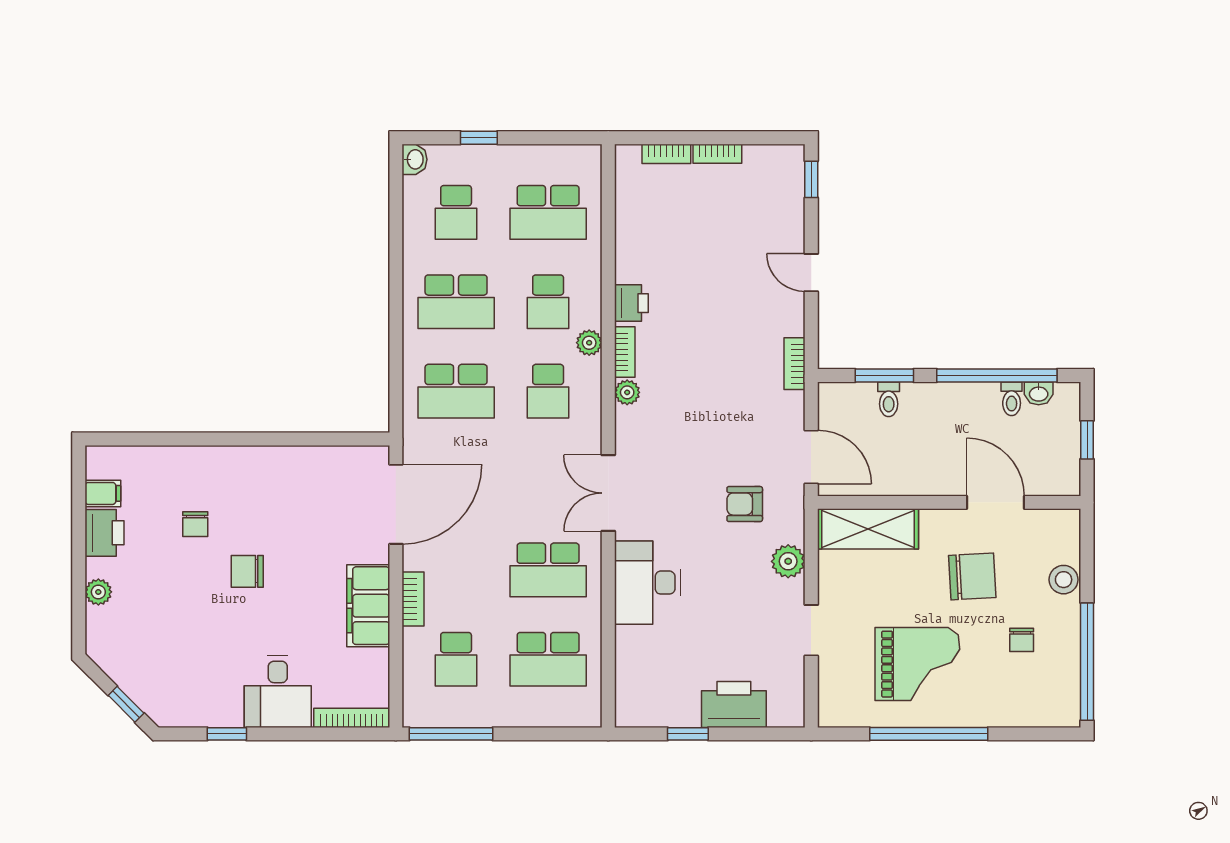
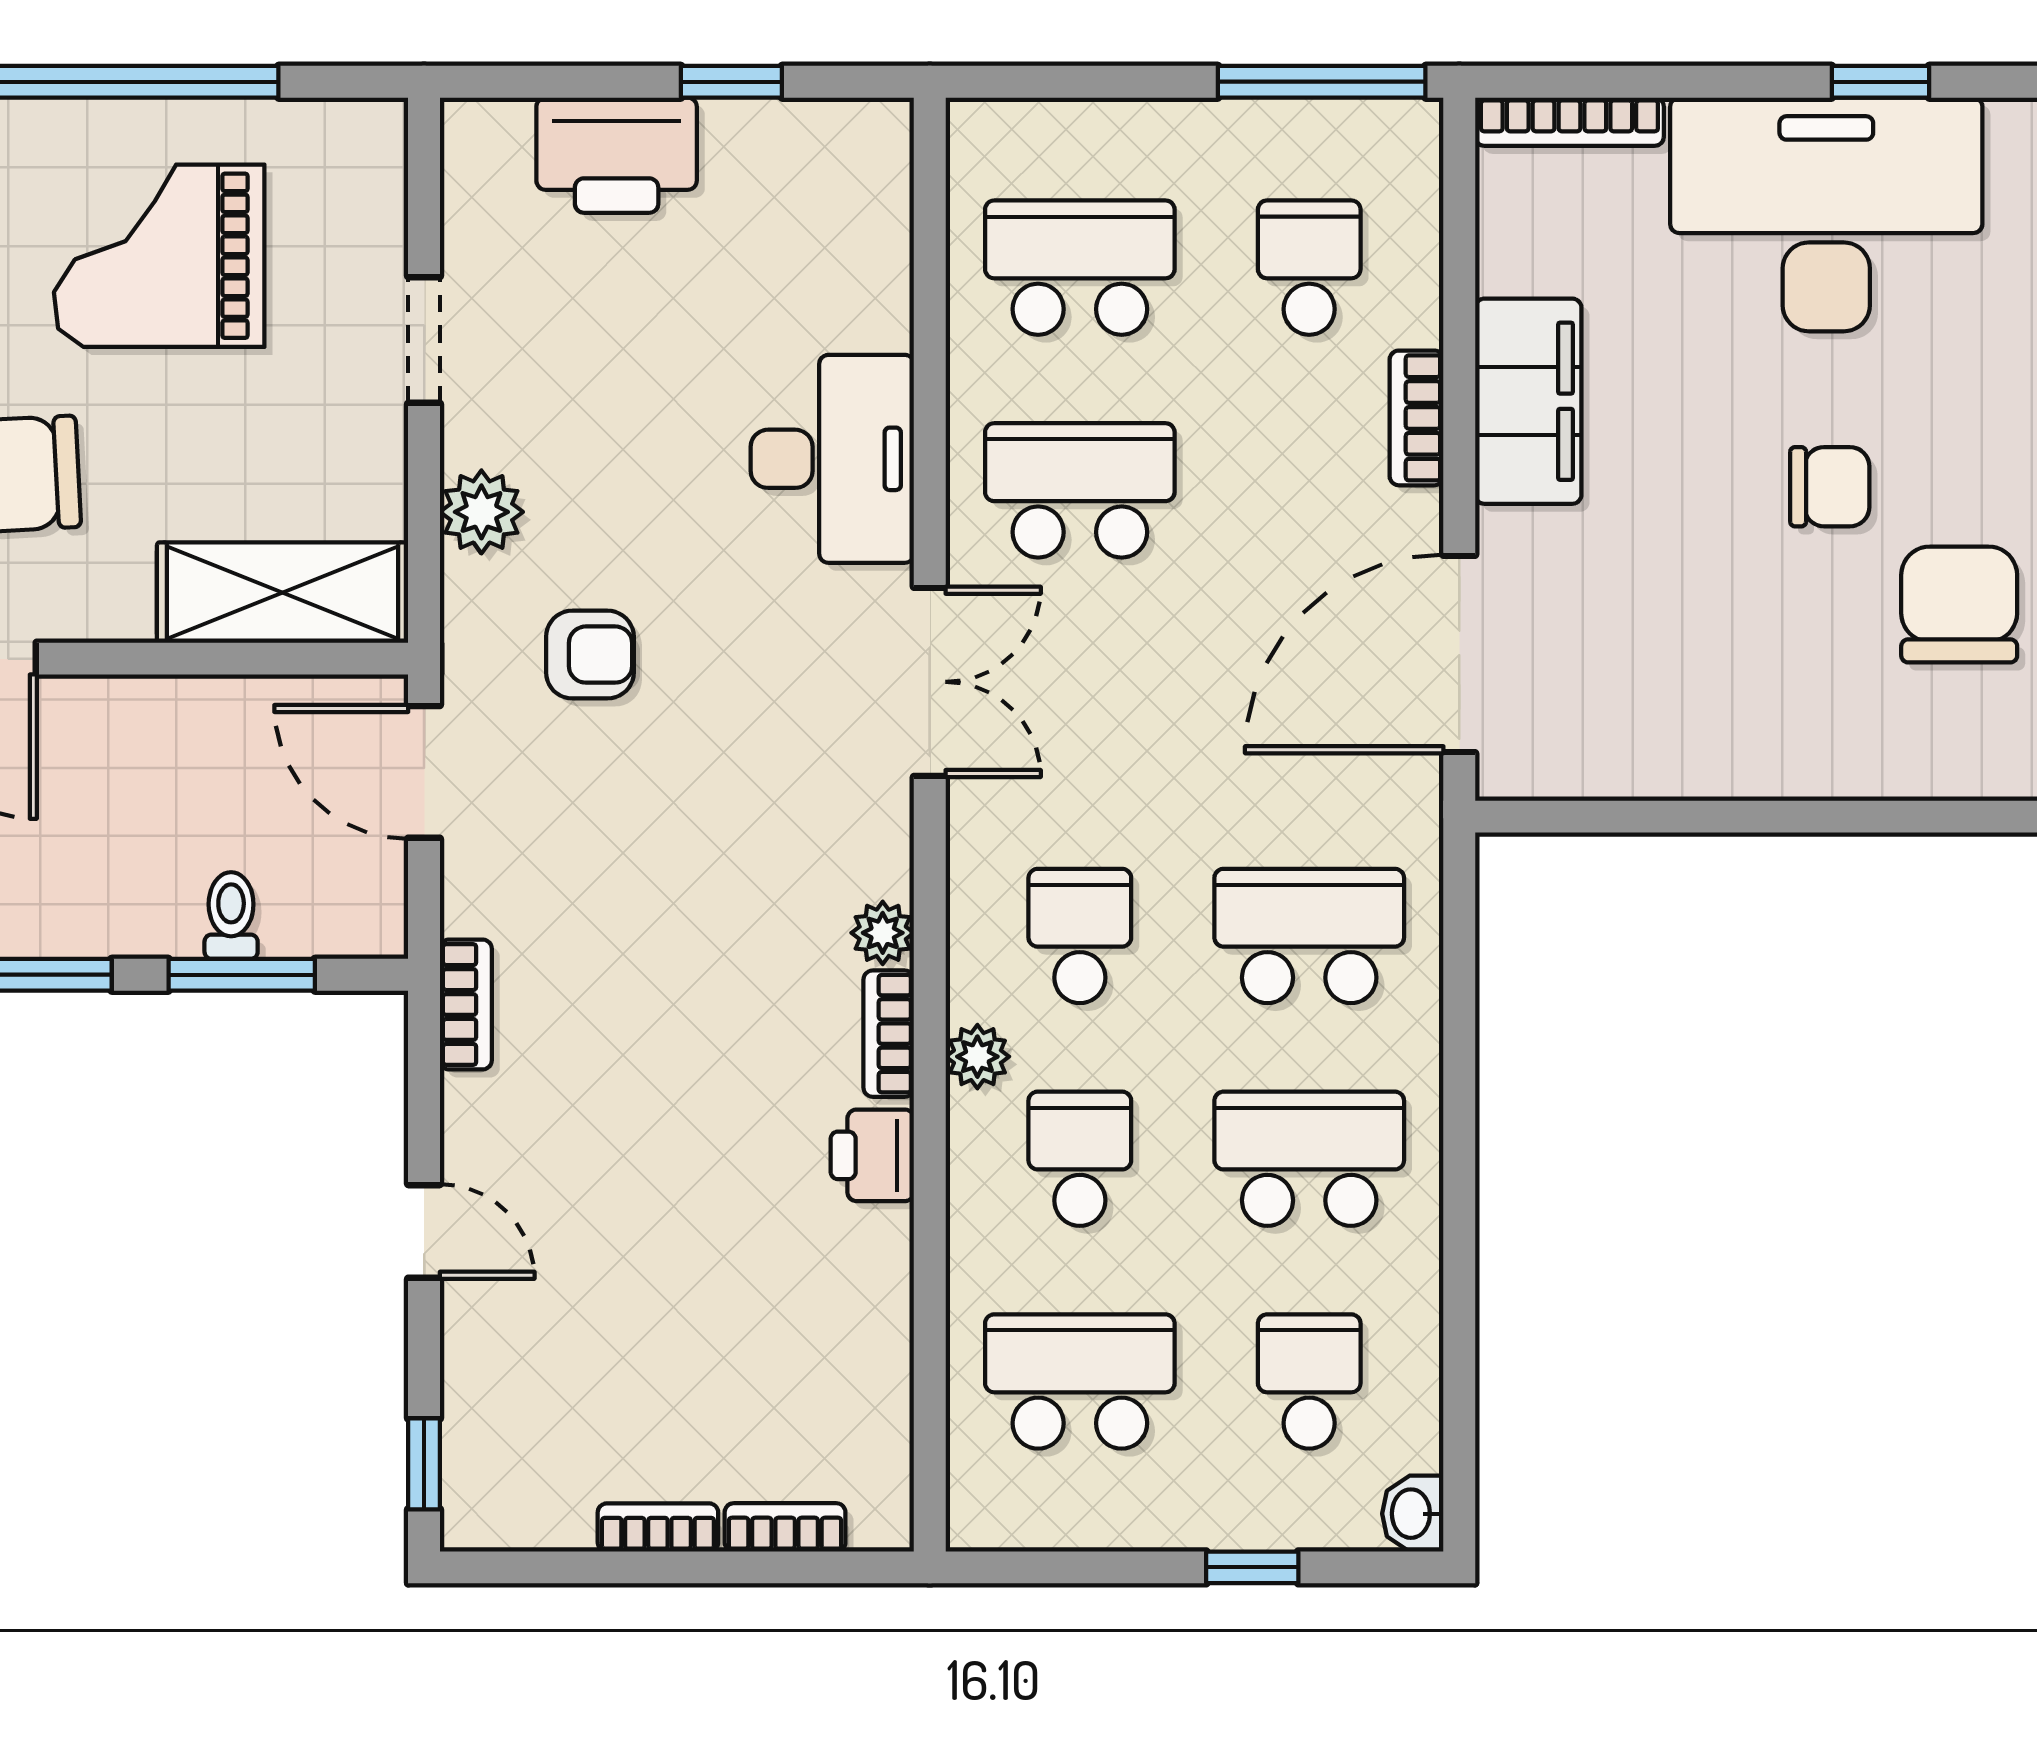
chair: (195, 524) -> (1959, 605), width x1.87, depth x1.87
desk: (278, 691) -> (1826, 214), width x1.87, depth x1.30

